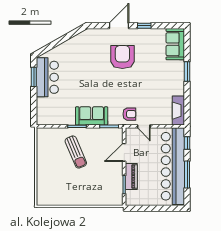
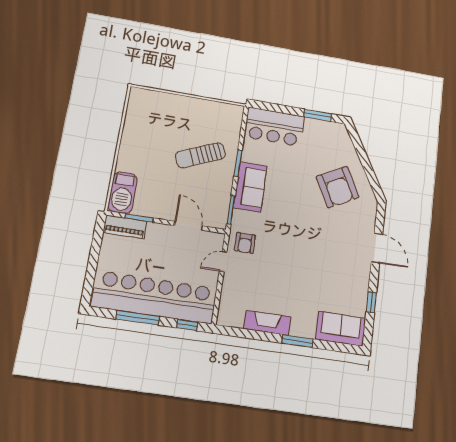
window: (144, 26) -> (371, 302), moved
armchair: (122, 57) -> (338, 187), moved, turned 62
bar counter: (47, 77) -> (274, 127), moved
fireplace: (178, 111) -> (267, 323), moved
piano: (131, 176) -> (125, 227), moved
barbecue: (109, 198) -> (123, 193), added

